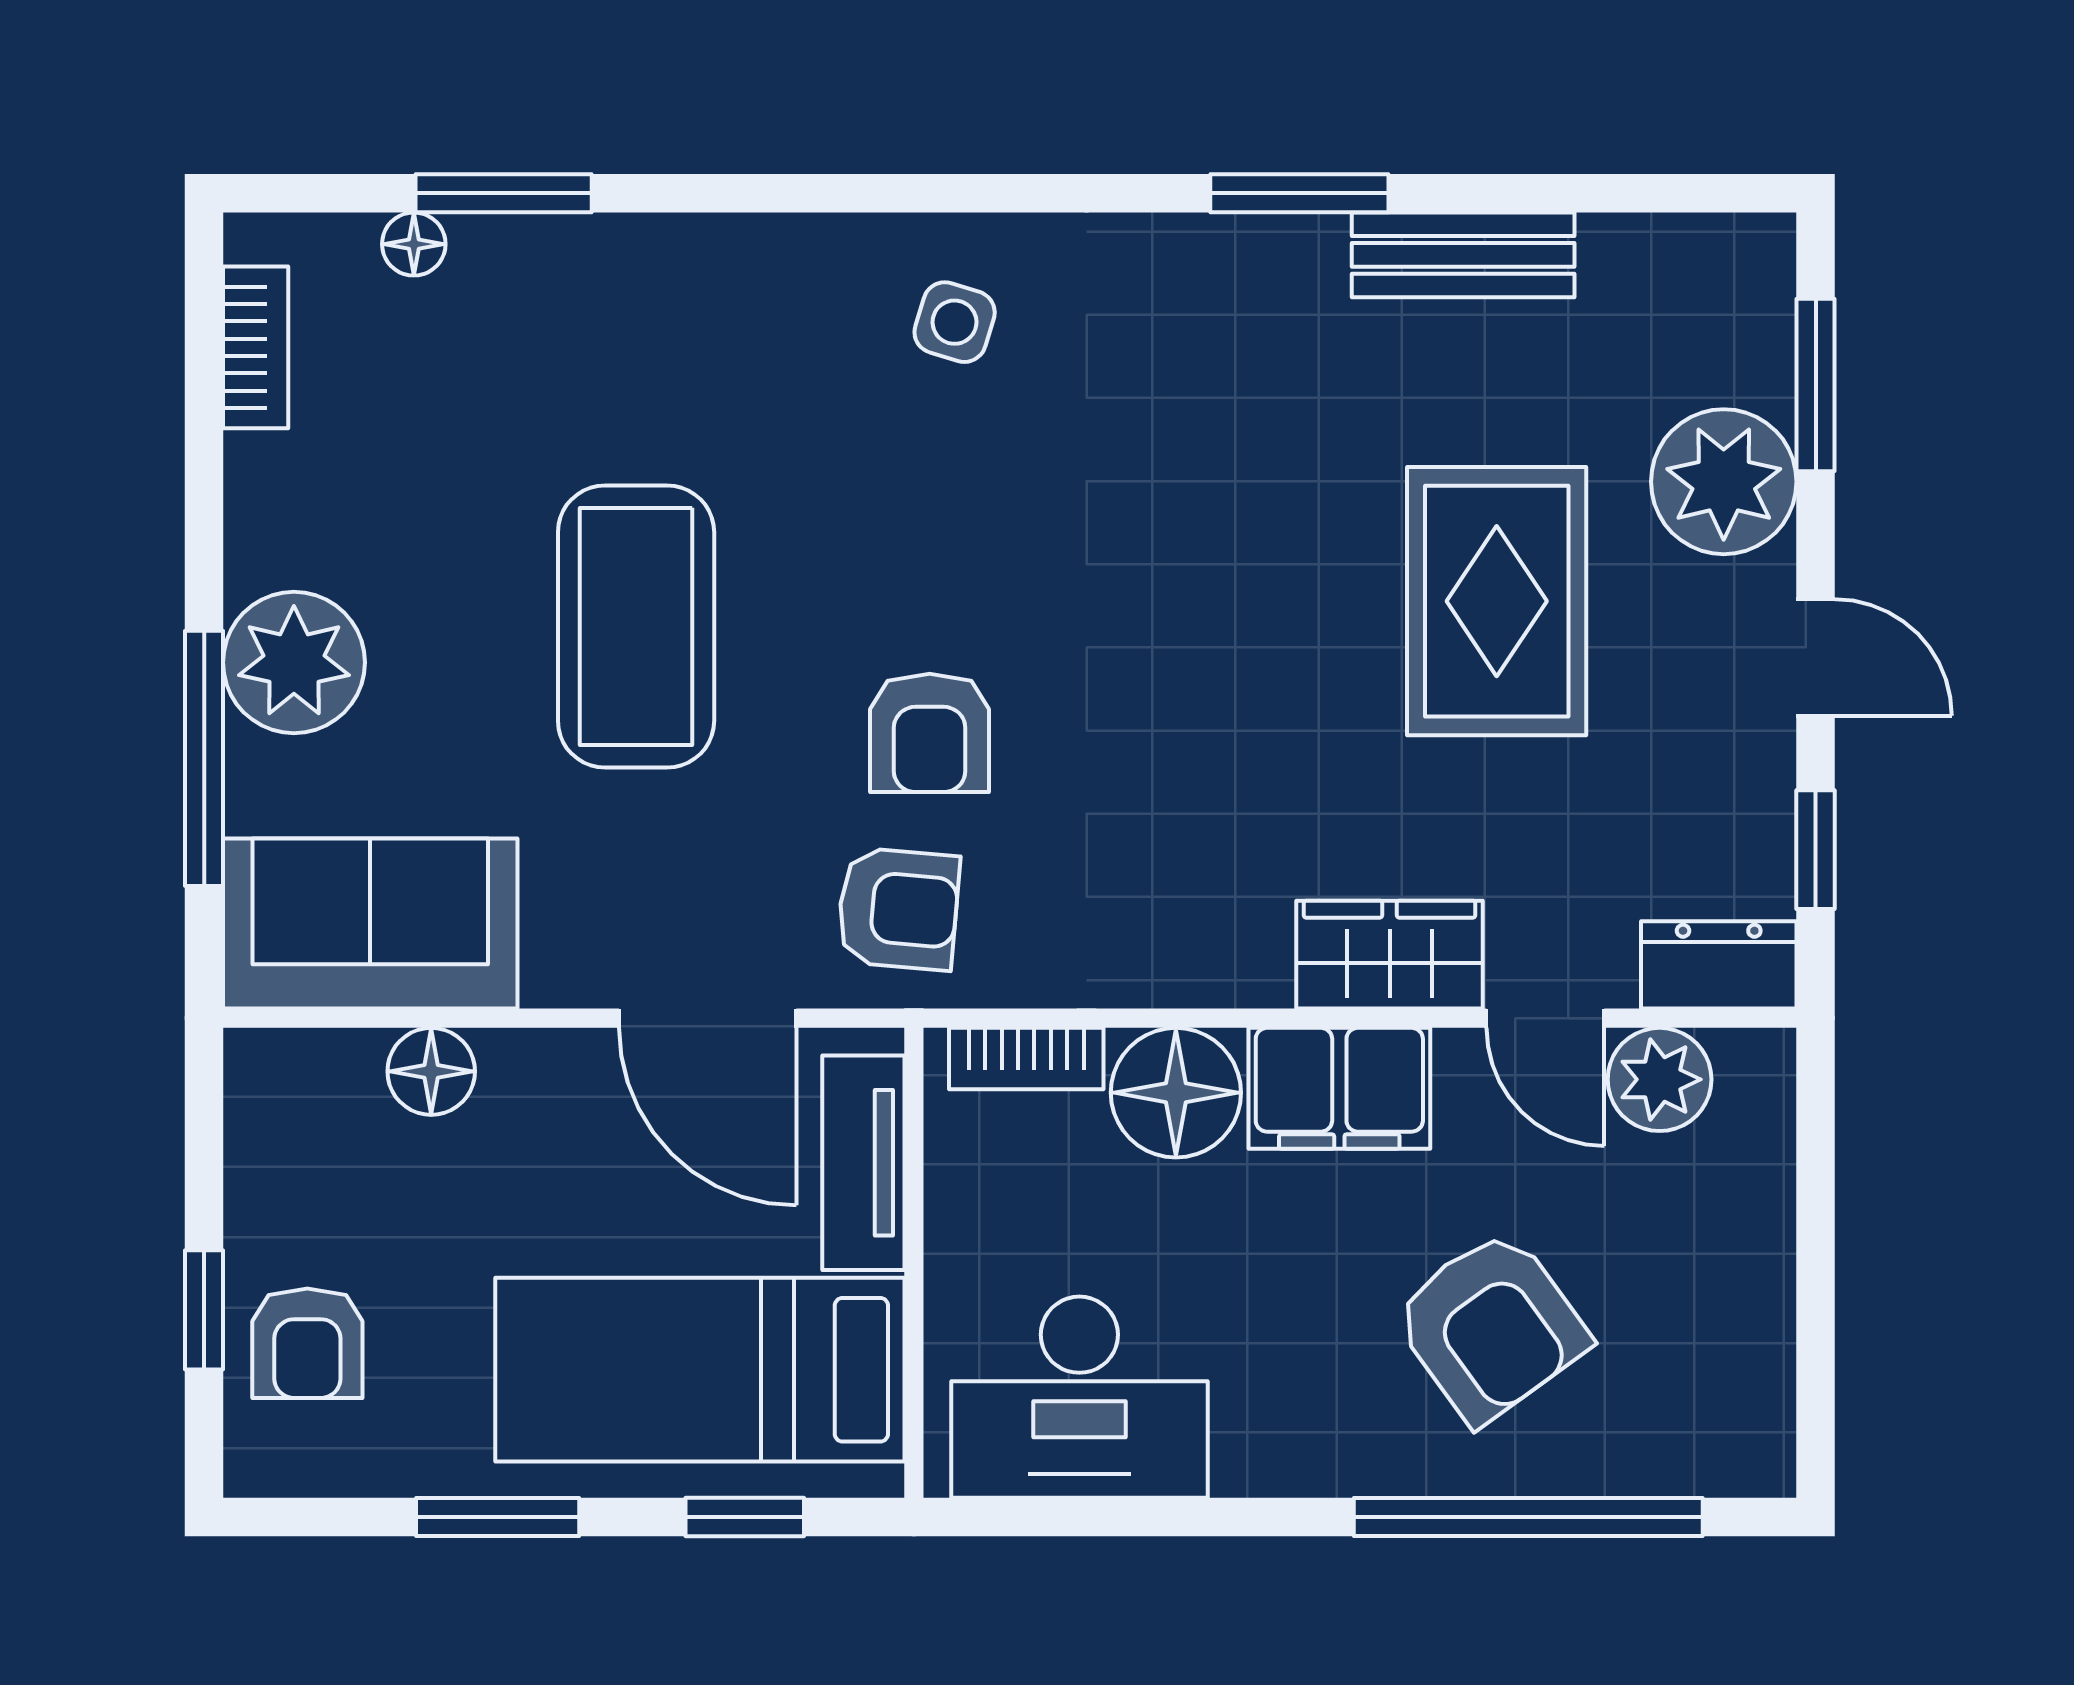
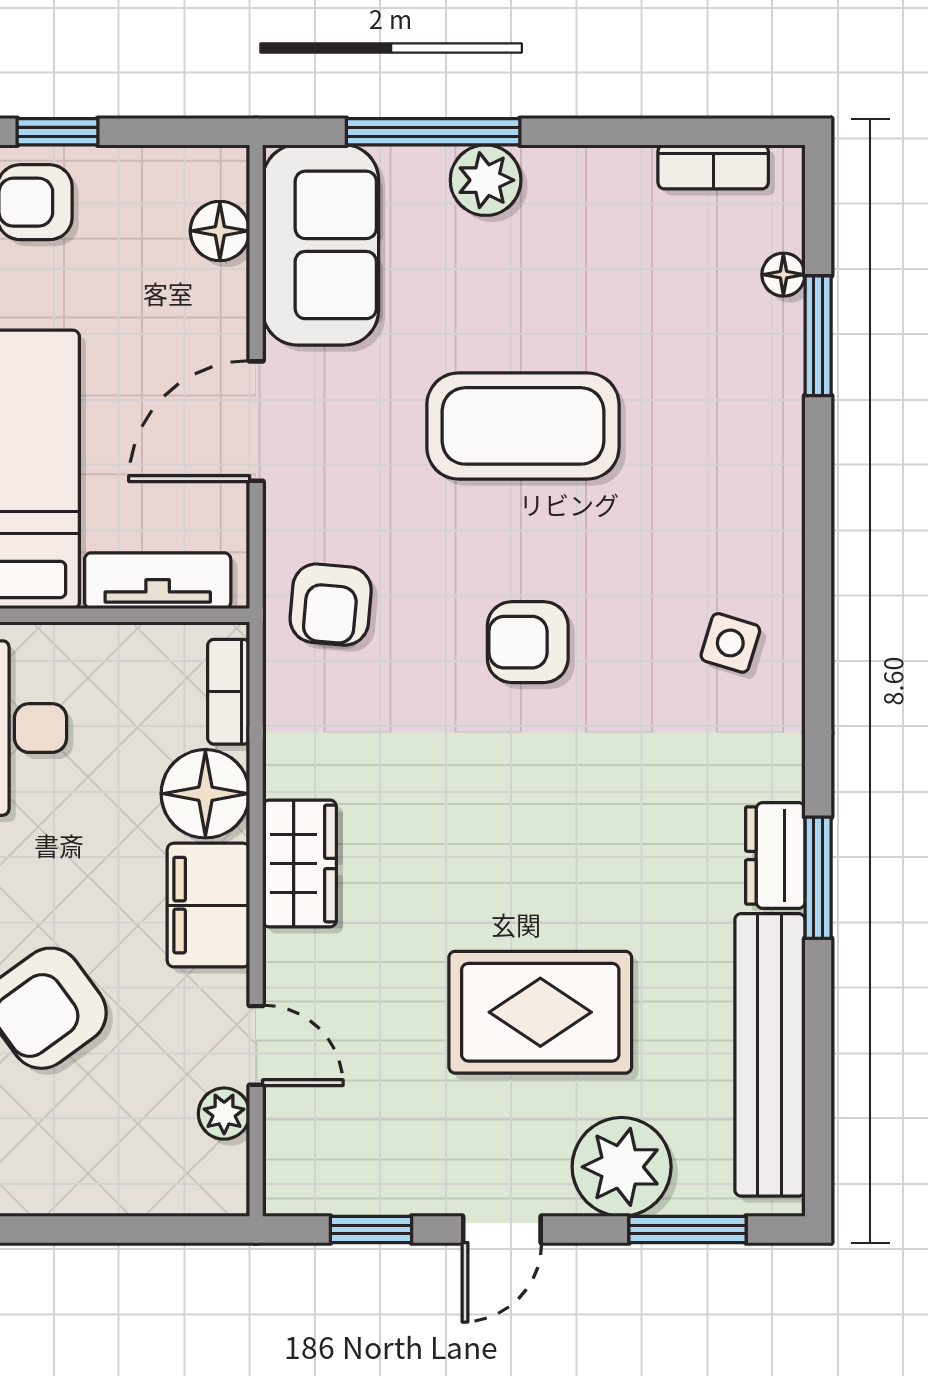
bench: (1463, 255) -> (770, 1055), width x1.86, depth x1.21
plant: (294, 662) -> (486, 180), width x0.73, depth x0.73
armchair: (930, 733) -> (528, 642), moved
wardrobe: (1390, 955) -> (300, 863), moved
dresser: (1719, 965) -> (775, 856), moved, turned 180
door: (708, 1018) -> (256, 421), moved
door: (1545, 1018) -> (256, 1045), swing flipped
floor lamp: (431, 1071) -> (220, 231), moved
plant: (1660, 1079) -> (224, 1114), width x0.73, depth x0.73

